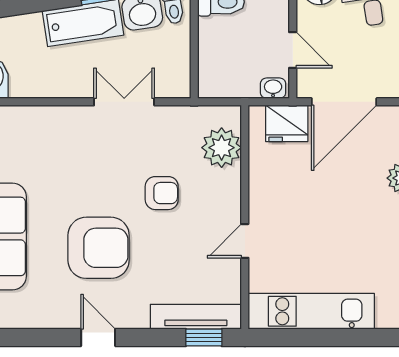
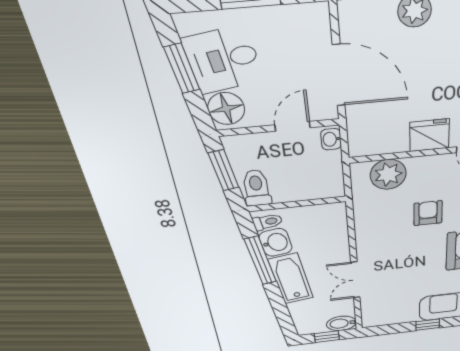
double door: (124, 102) -> (355, 280), moved
fridge: (287, 123) -> (430, 135), moved, turned -90

